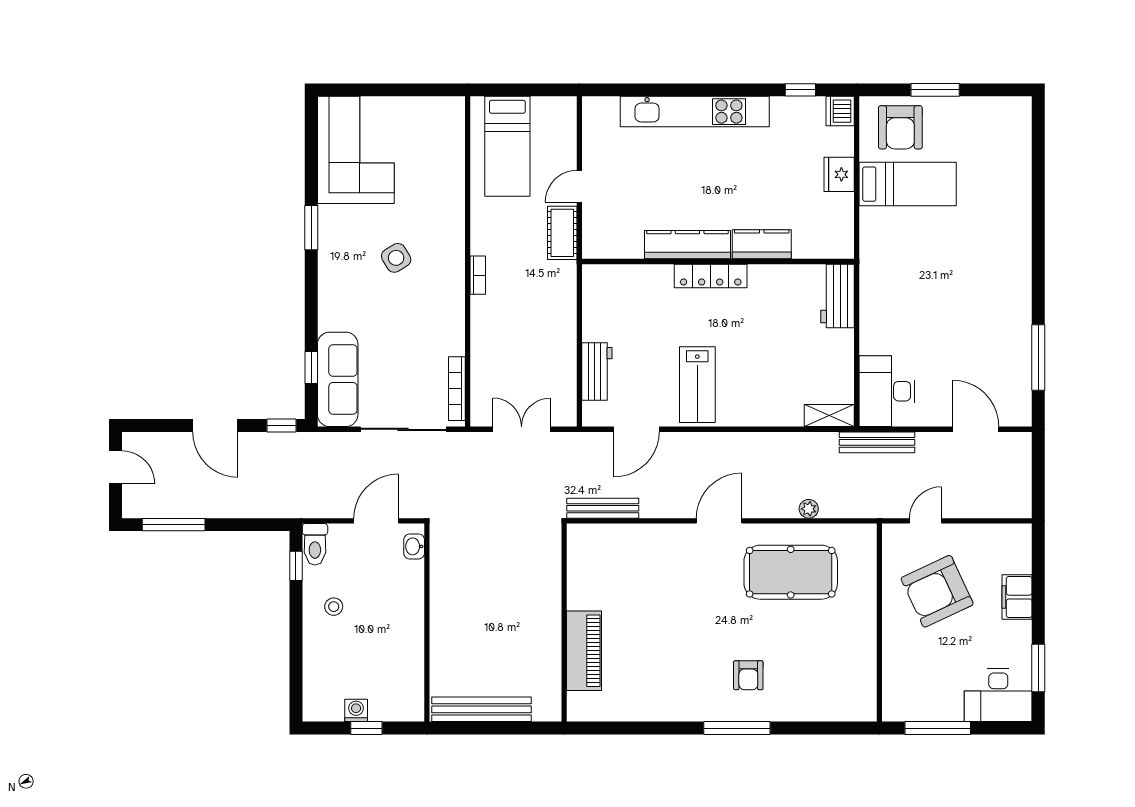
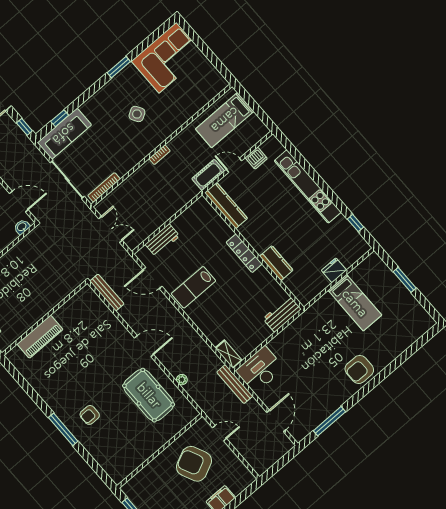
dishwasher: (840, 111) -> (256, 158), moved, turned 180
armchair: (900, 127) -> (359, 369), moved
kitchen counter: (687, 245) -> (226, 206), moved

